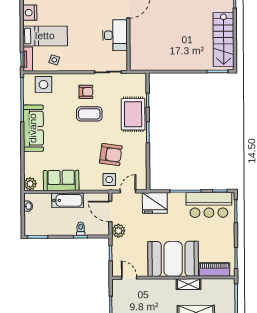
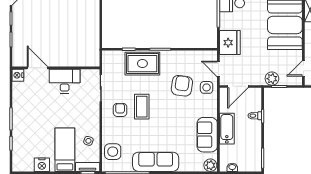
plant: (118, 231) -> (272, 79), moved

